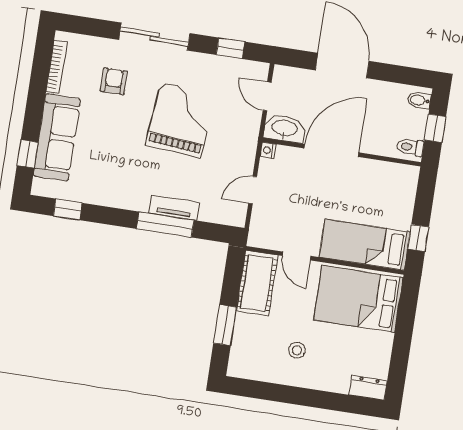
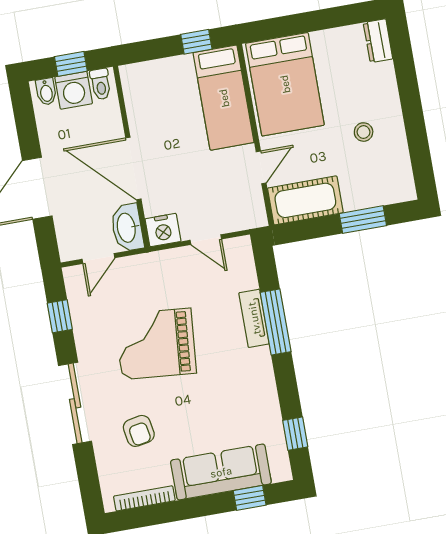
armchair: (114, 81) -> (139, 431), turned -100
washing machine: (413, 123) -> (74, 90), added
nightstand: (268, 150) -> (163, 230), width x1.89, depth x1.79

